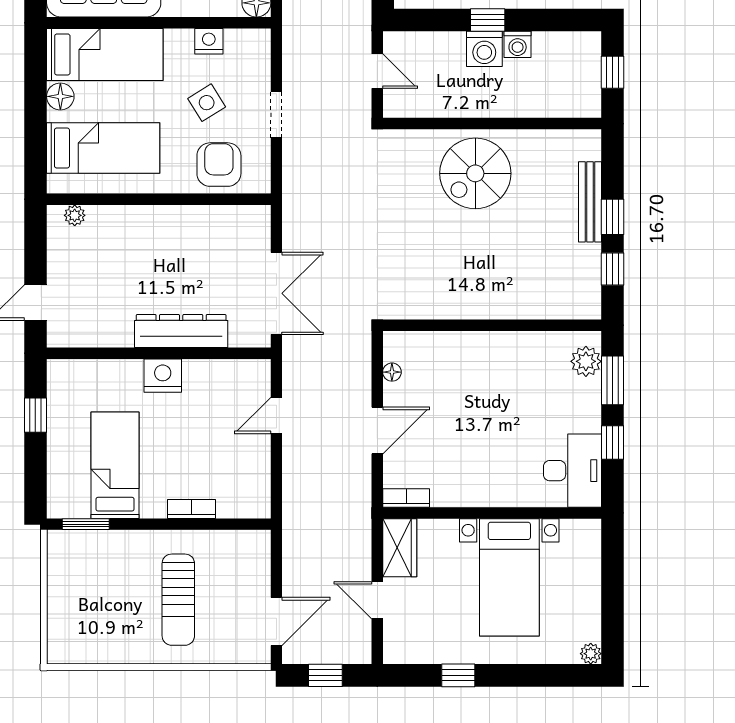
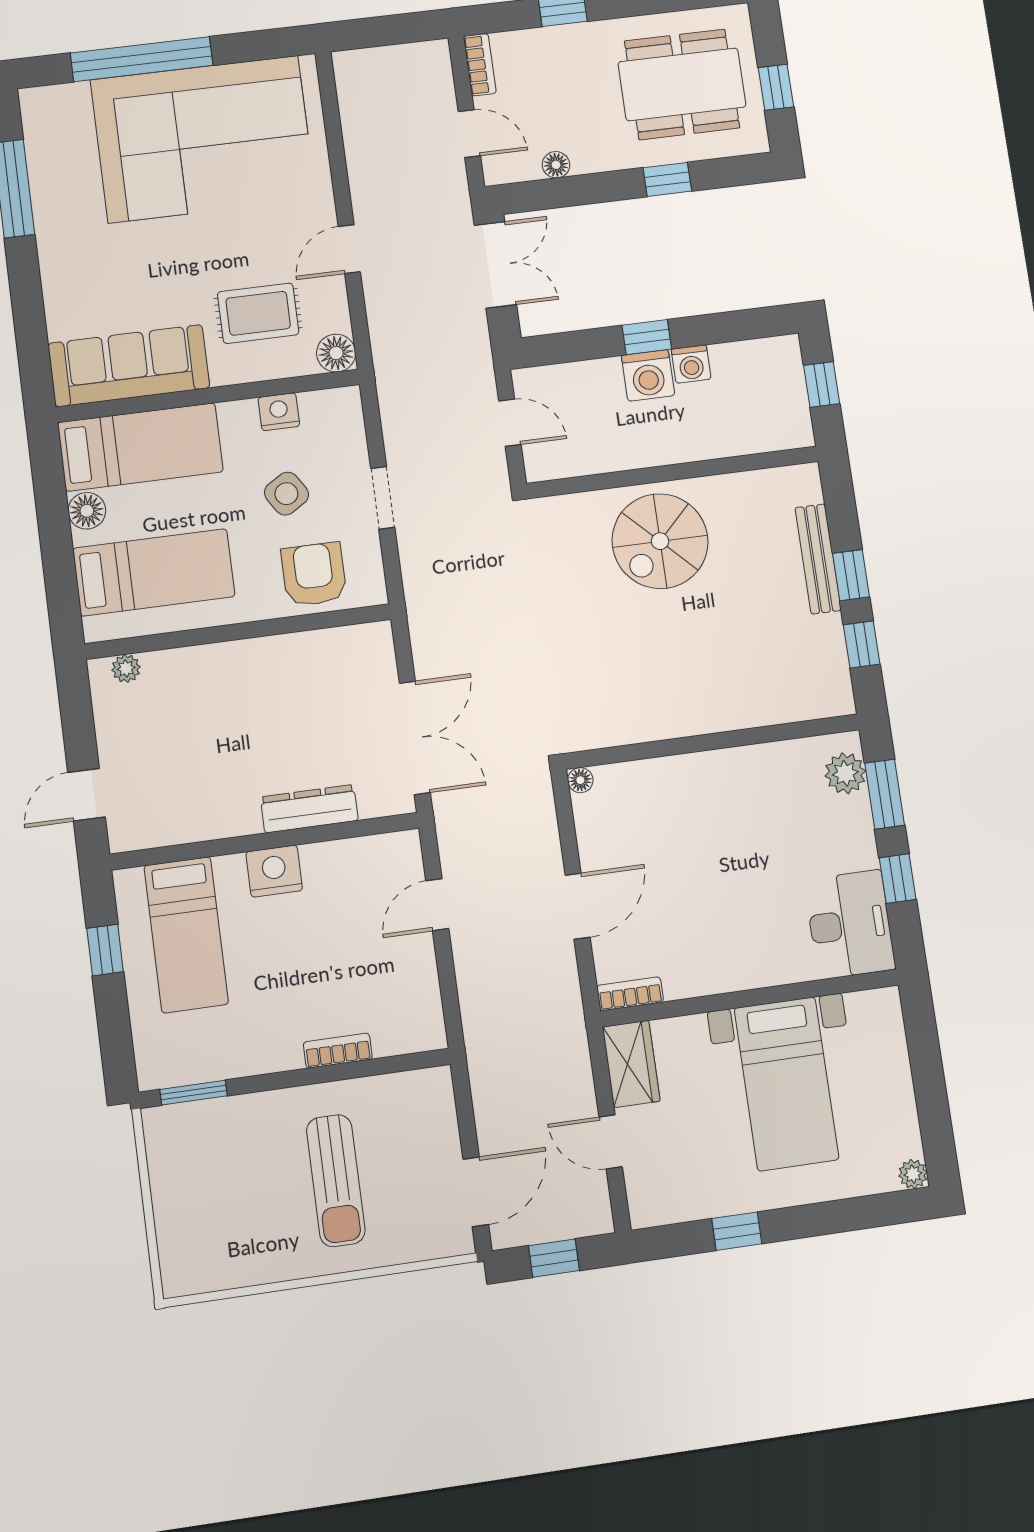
dresser: (181, 331) -> (309, 809), width x0.73, depth x0.80
floor lamp: (392, 372) -> (580, 780), moved
bed: (115, 465) -> (186, 935), moved, turned 180

